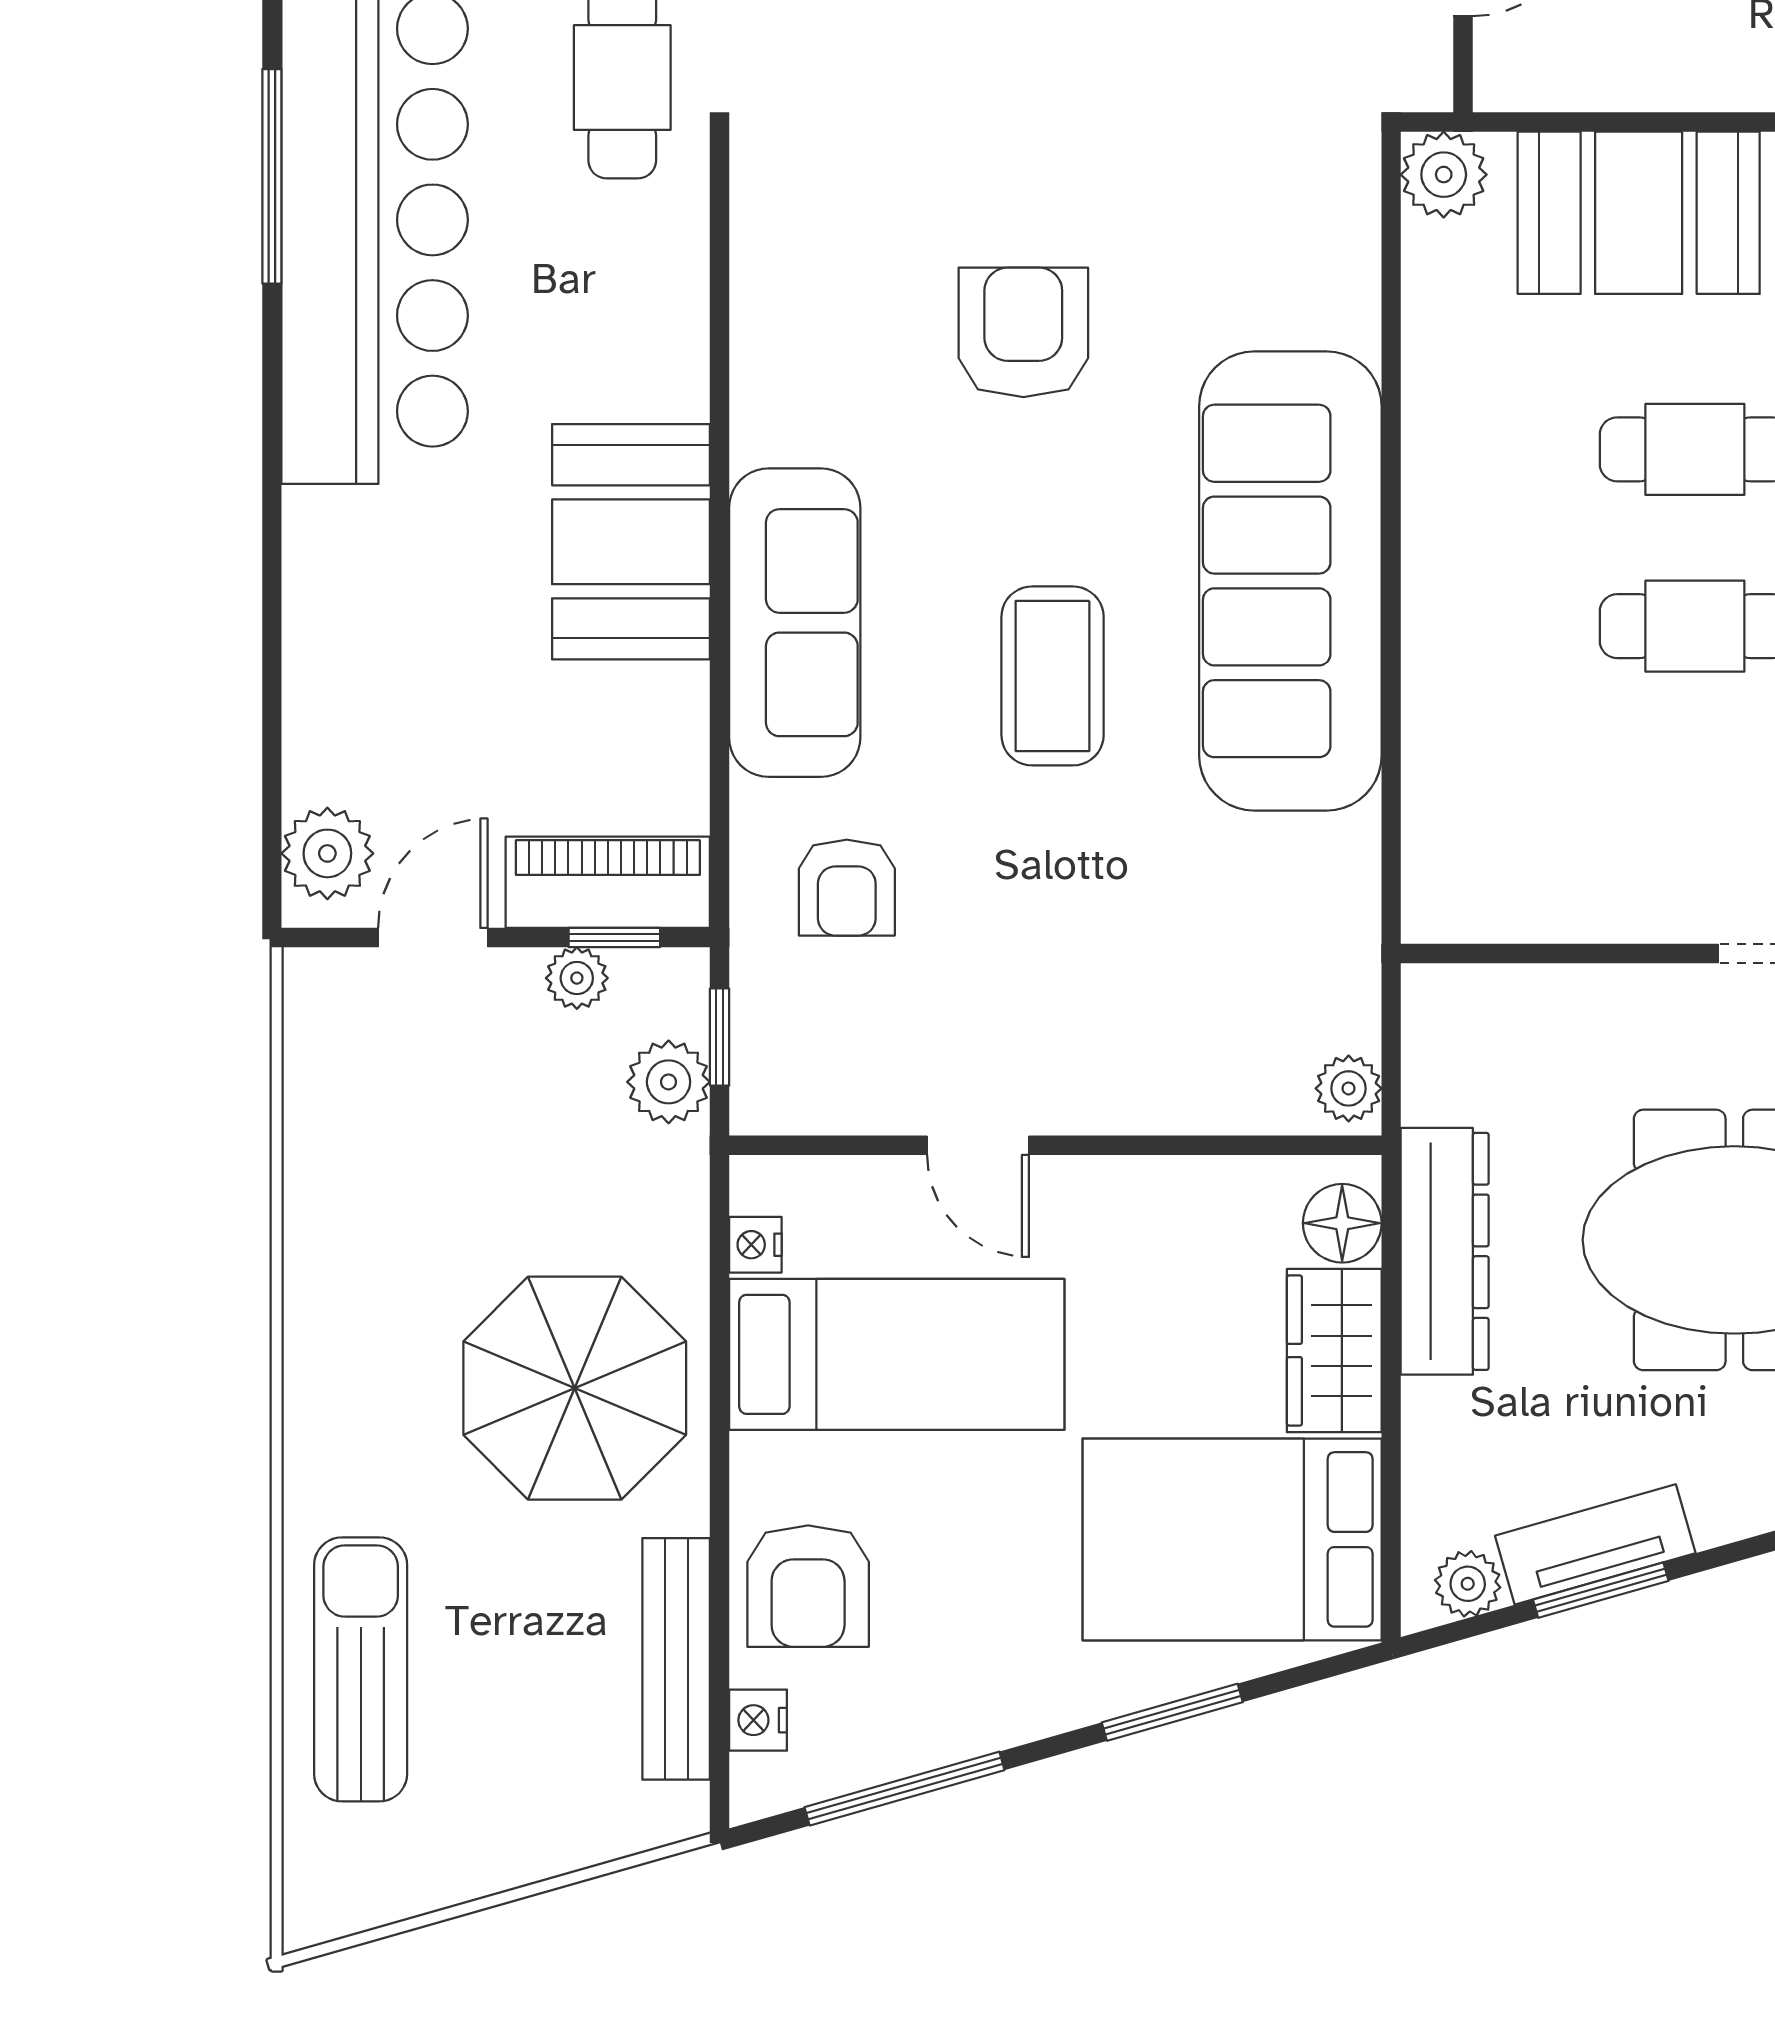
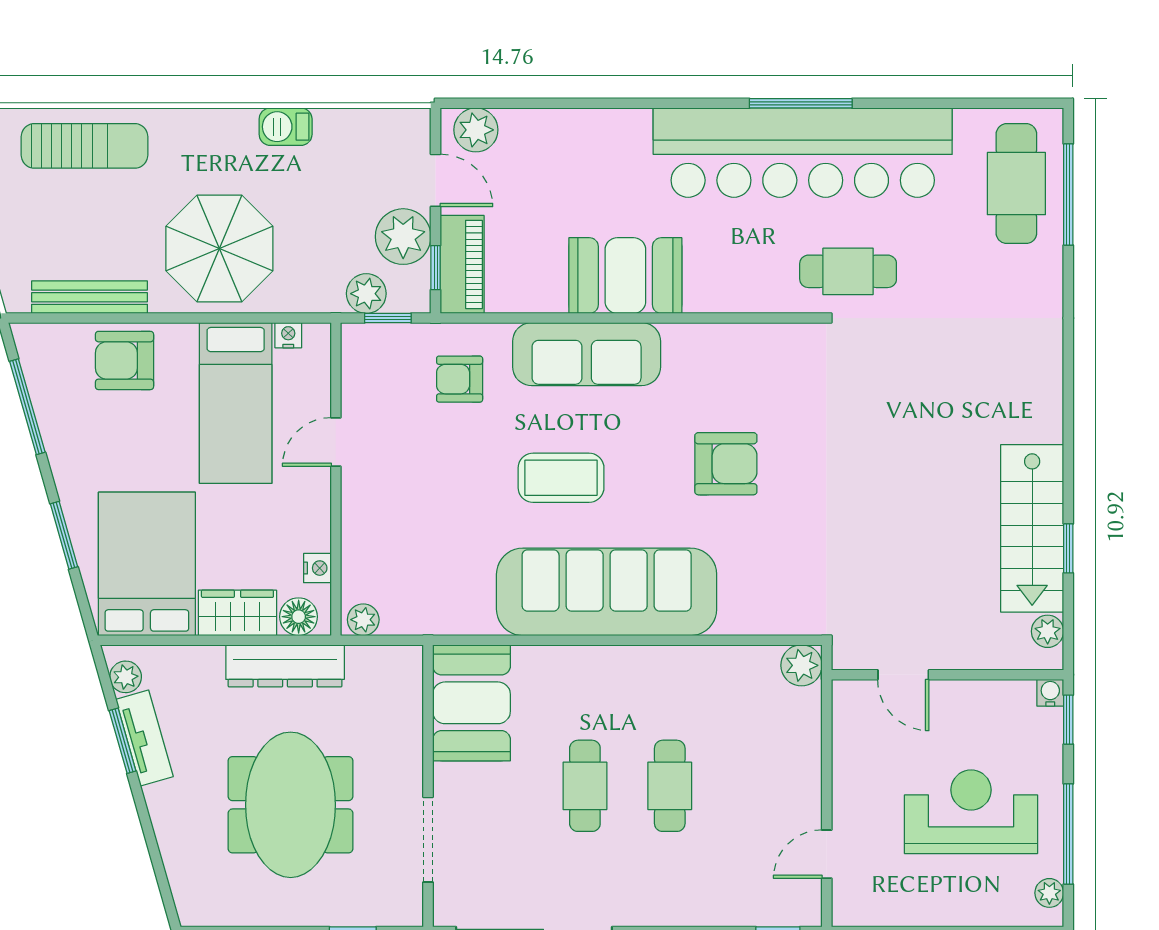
booth: (1639, 213) -> (471, 703), moved
plant: (577, 978) -> (403, 237), width x1.88, depth x1.88
barbecue: (321, 1250) -> (286, 127), added
nightstand: (758, 1720) -> (317, 568), moved, turned 90

